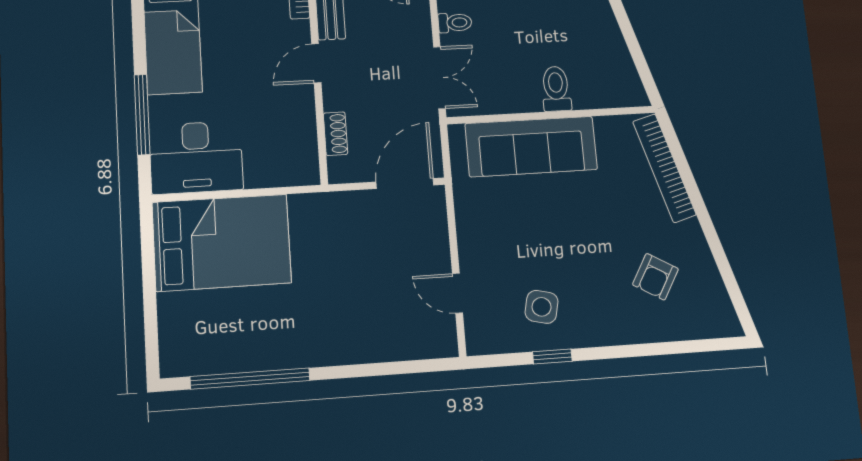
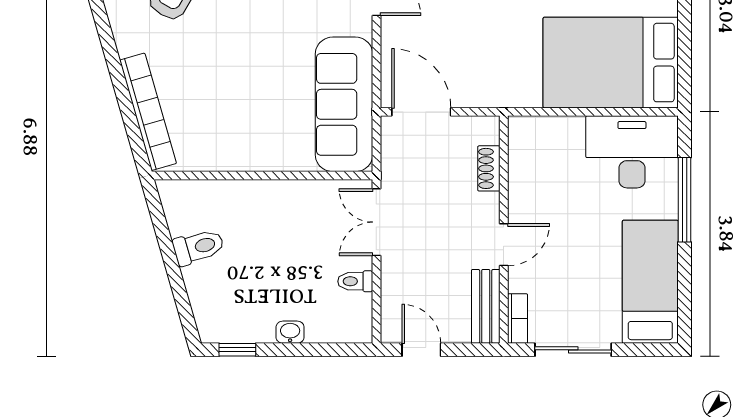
toilet: (556, 89) -> (198, 247), moved, turned -106
sofa: (531, 147) -> (344, 104), moved, turned -90
door: (405, 184) -> (421, 112), swing flipped

